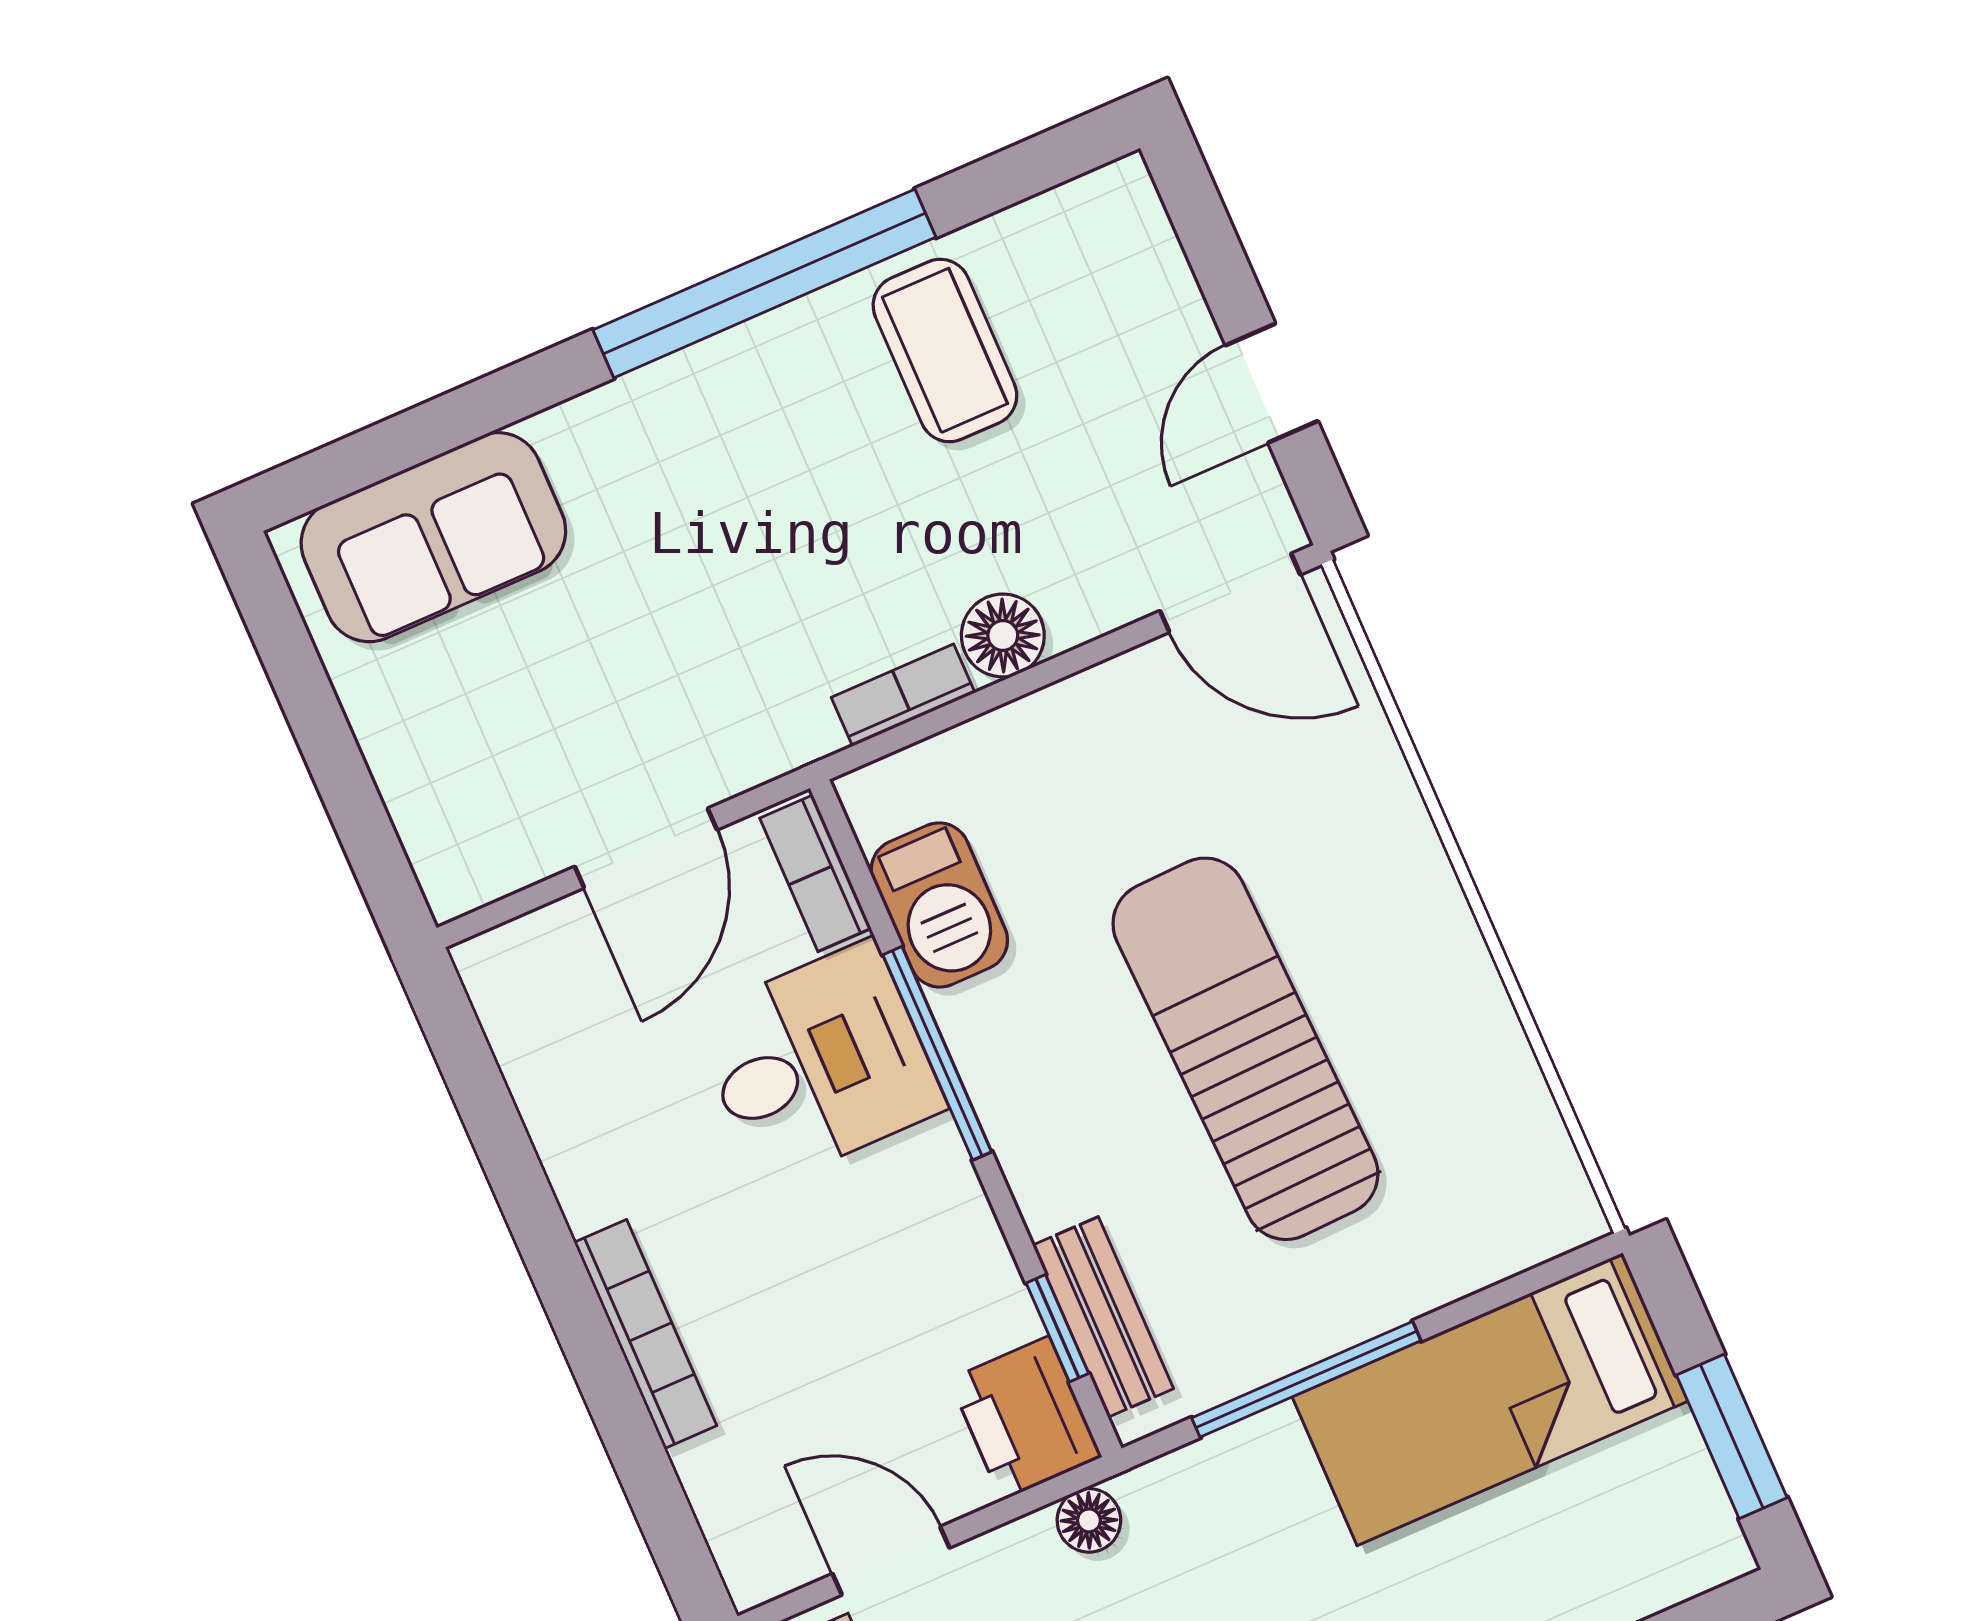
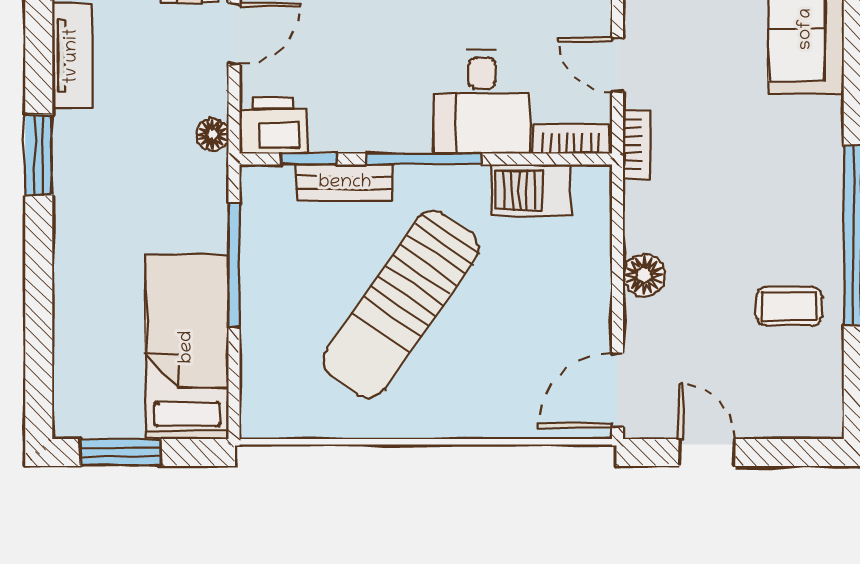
coffee table: (945, 350) -> (789, 306), width x0.73, depth x0.77
bookcase: (903, 695) -> (636, 145), moved
door: (646, 848) -> (617, 65), width x0.73
sun lounger: (1245, 1049) -> (401, 304), turned 127
window: (937, 1053) -> (424, 159), moved
bench: (1103, 1317) -> (345, 183), moved

